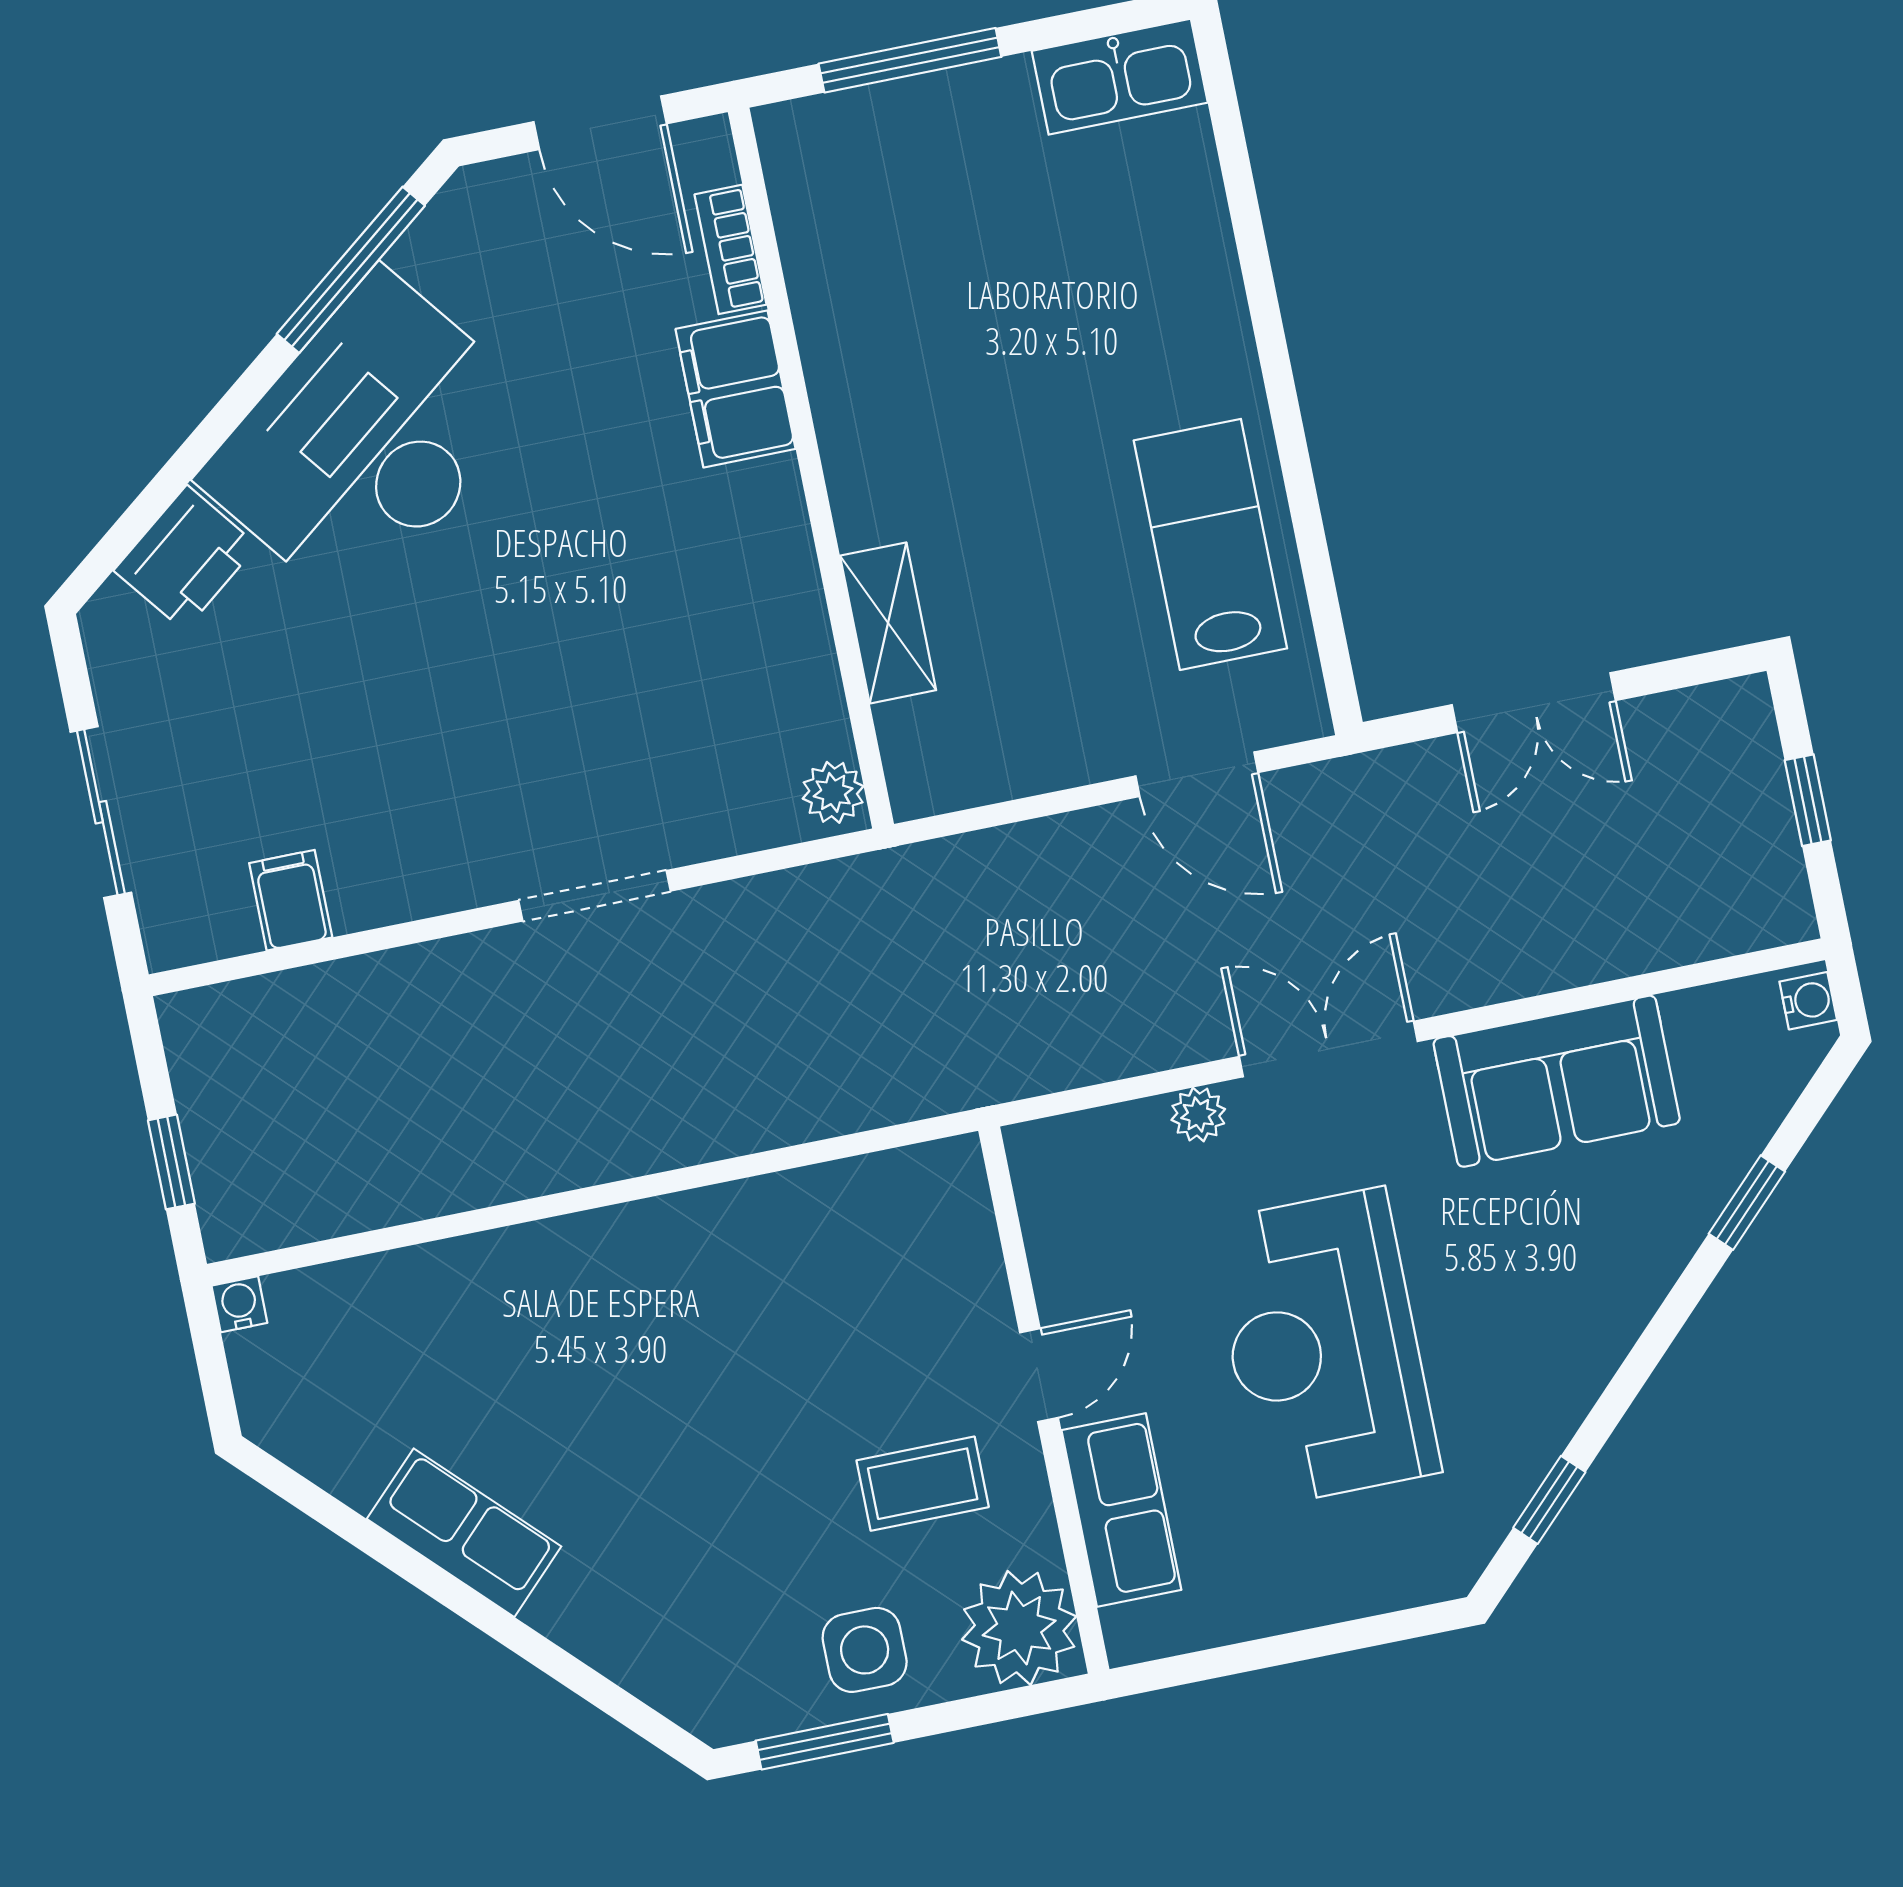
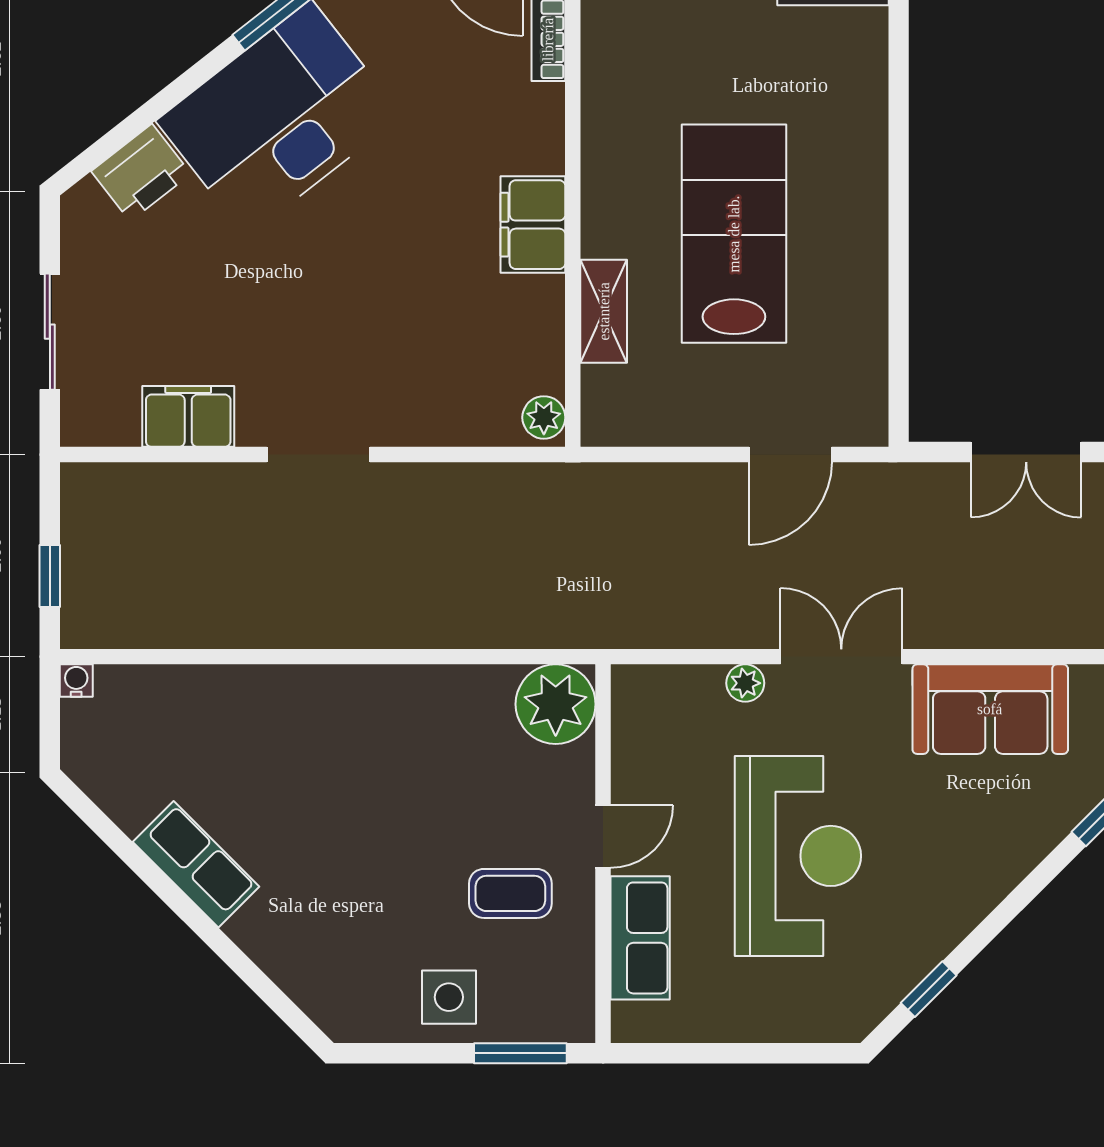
filing cabinet: (736, 389) -> (533, 225), moved
lab bench: (1210, 544) -> (734, 234), moved, width x1.36, depth x1.39
door: (1197, 774) -> (790, 455), hinge flipped
doorway: (594, 896) -> (318, 455), moved
filing cabinet: (291, 900) -> (188, 416), width x2.00
reception desk: (1324, 1347) -> (798, 856), turned 180
plant: (1019, 1628) -> (556, 704), moved
window: (825, 1742) -> (520, 1053), moved

